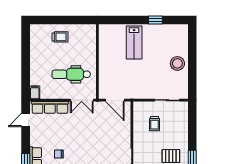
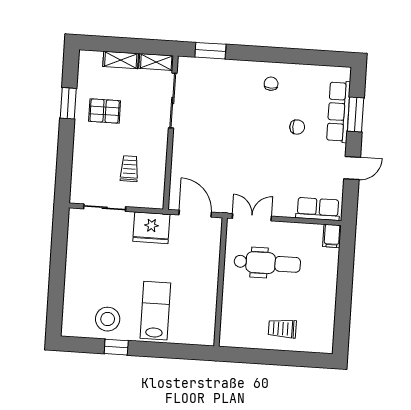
stool: (177, 63) -> (108, 319), moved
fridge: (139, 90) -> (151, 228), added
row of seats: (50, 107) -> (318, 209), width x0.68
door: (26, 120) -> (352, 168), moved

